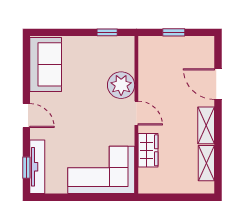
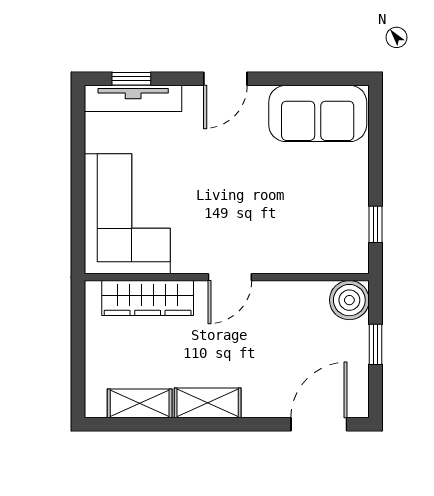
boiler: (149, 47) -> (349, 300), added
door: (218, 84) -> (319, 424), moved
plant: (121, 85) -> (280, 250), removed
wardrobe: (148, 150) -> (148, 298), width x1.50

